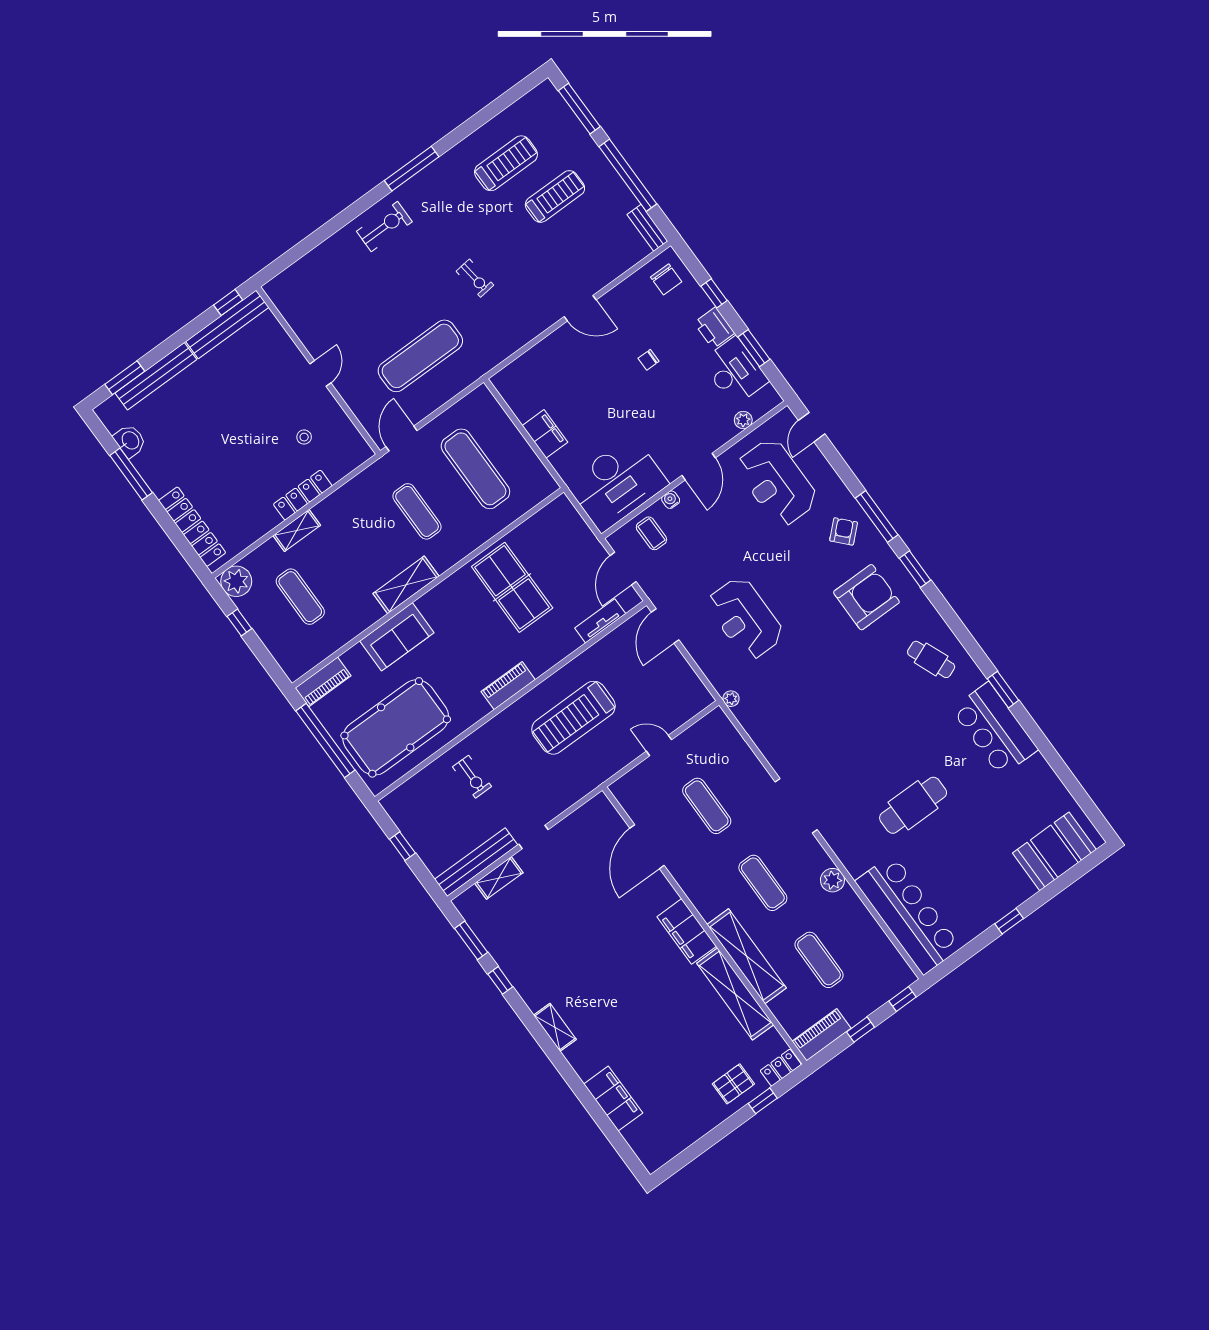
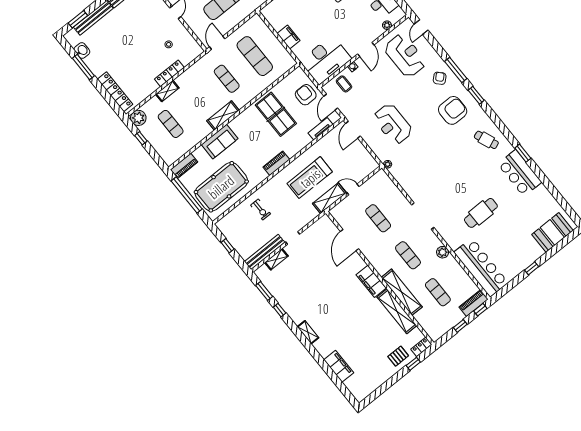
reception desk: (777, 483) -> (405, 56), turned 180
armchair: (574, 551) -> (306, 95), added
shelving: (611, 761) -> (329, 198), added
piano: (822, 1035) -> (474, 303), moved

